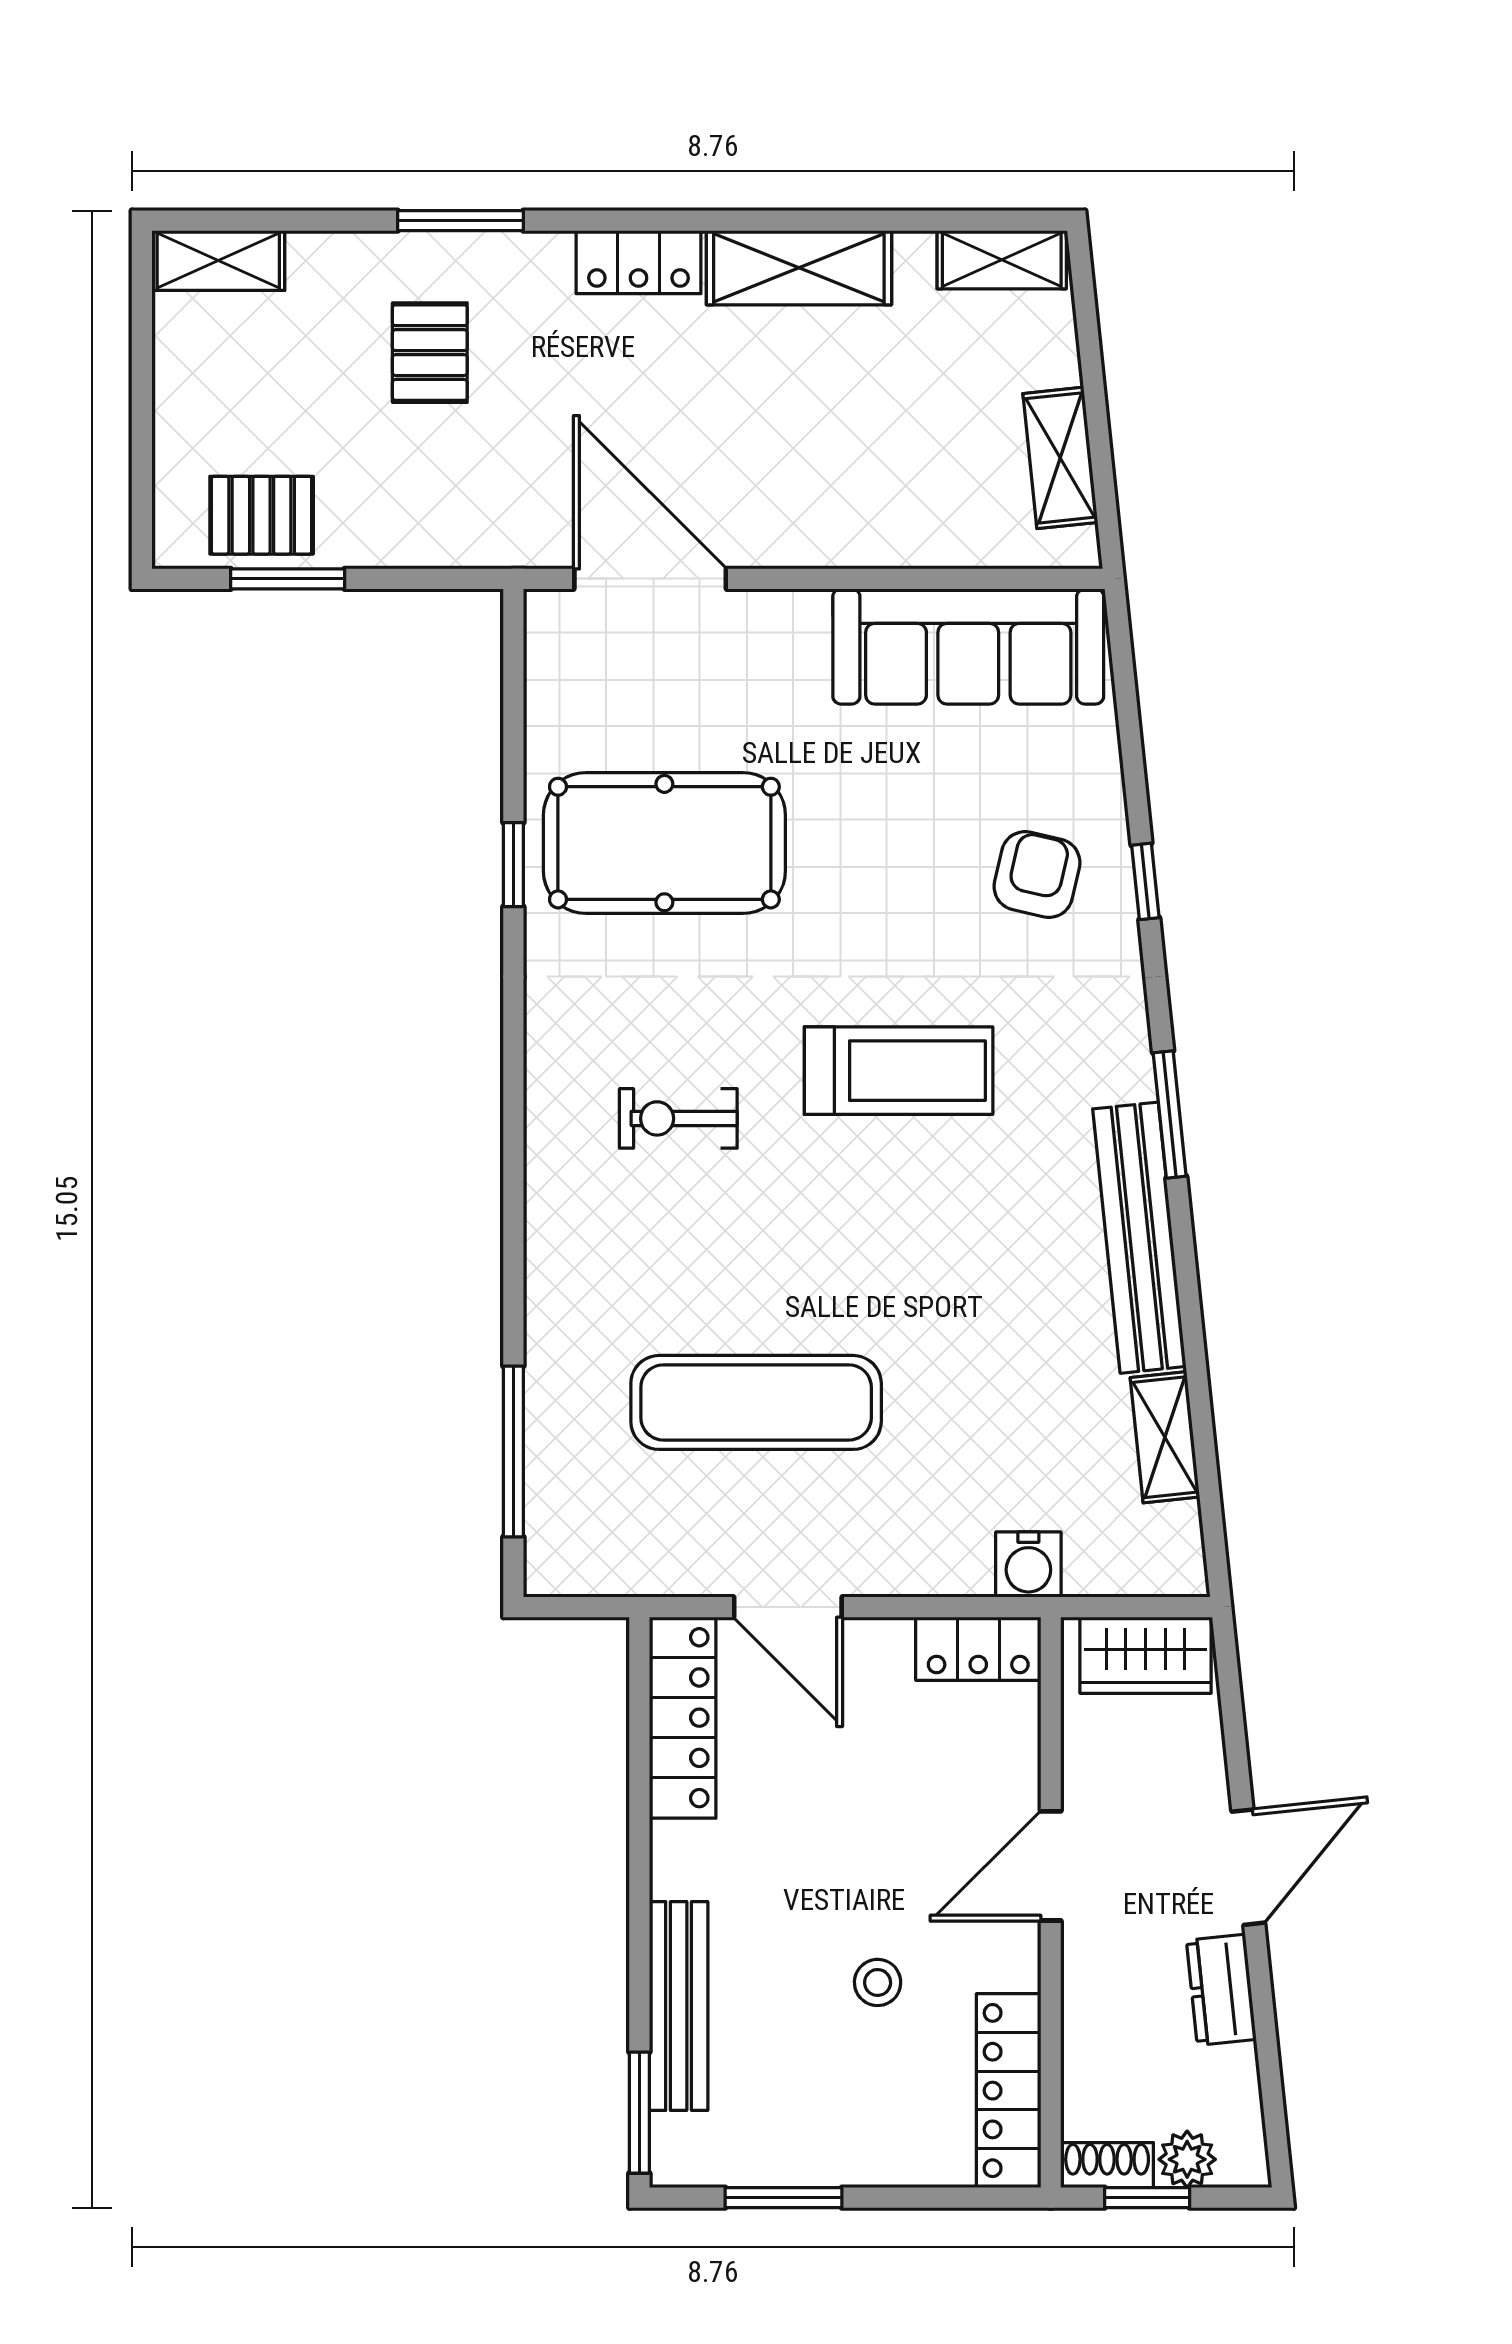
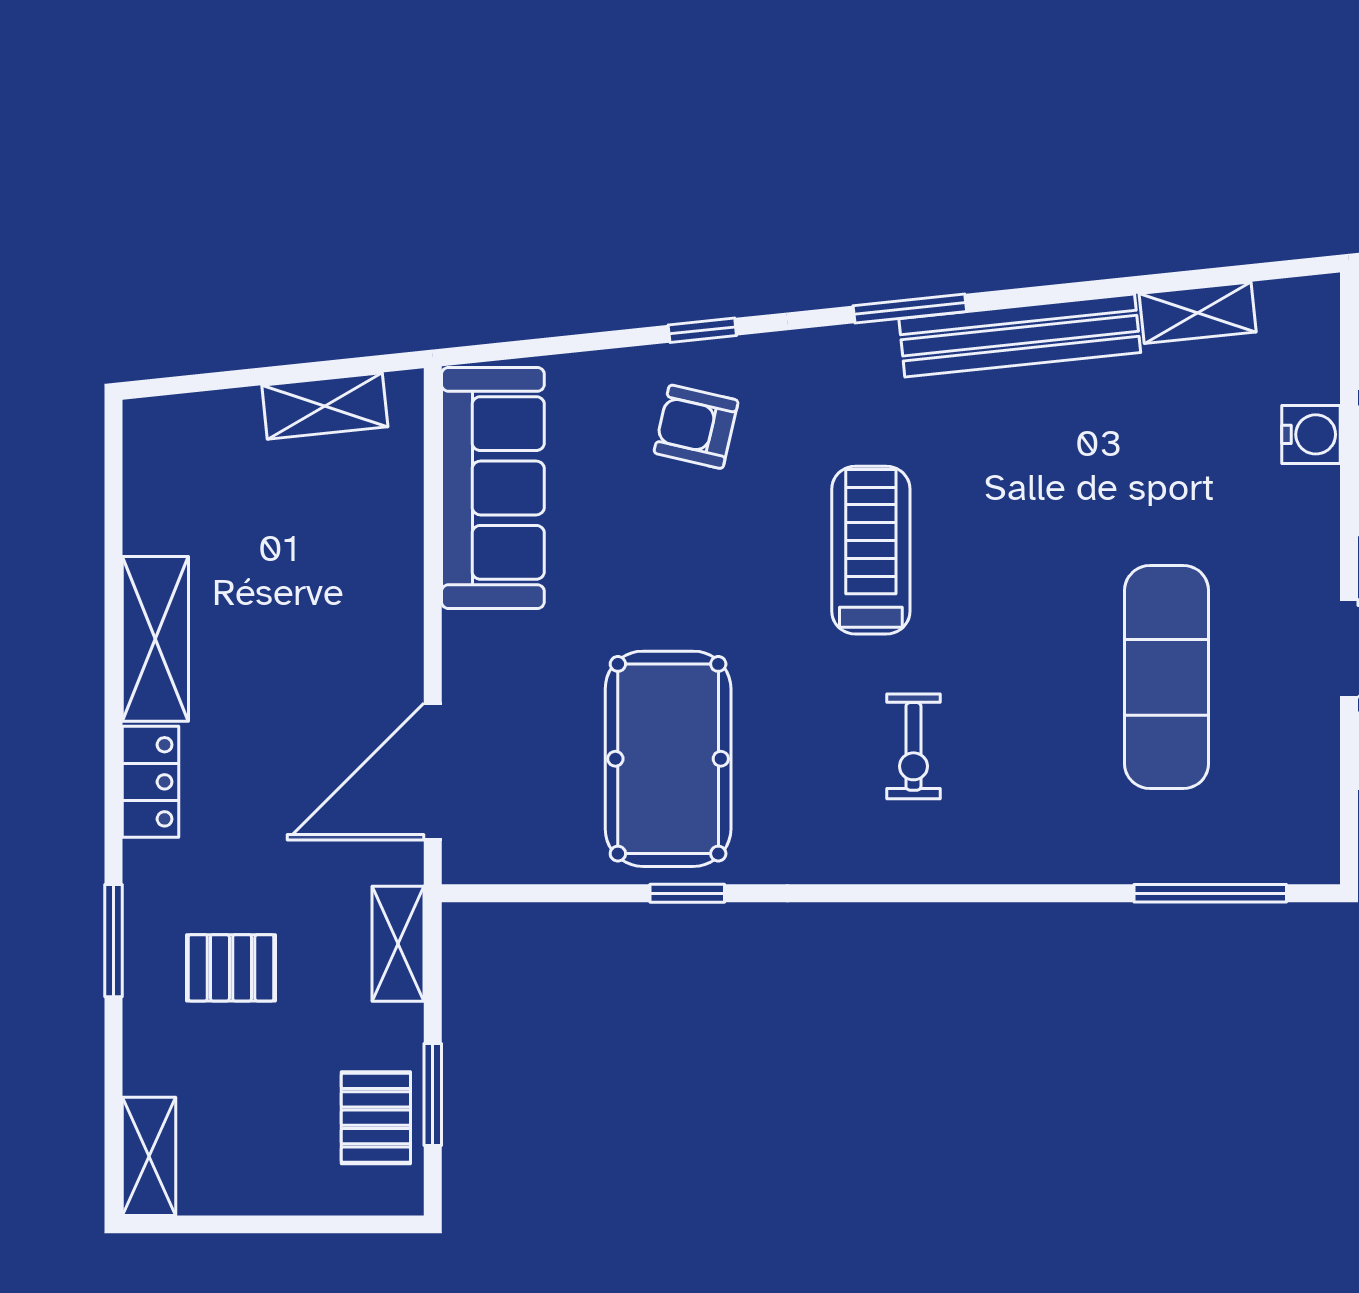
shelving: (1002, 260) -> (398, 944), moved

